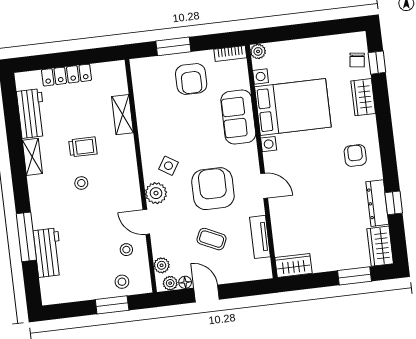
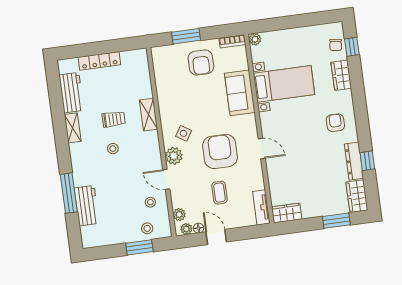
bed with nightstands: (293, 107) -> (284, 84), width x0.73
shelving: (122, 115) -> (148, 115), moved
tv unit: (260, 237) -> (261, 207), moved
coffee table: (212, 239) -> (220, 193), turned 65

